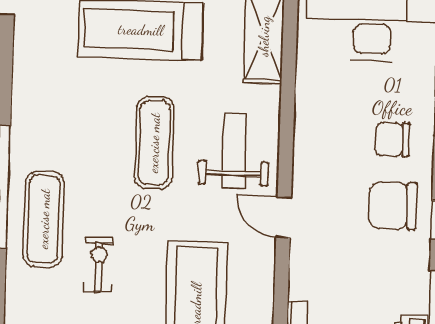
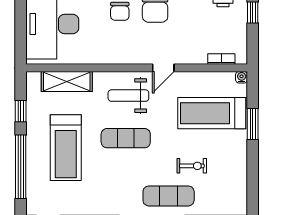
exercise bike: (99, 265) -> (192, 166), turned 180

